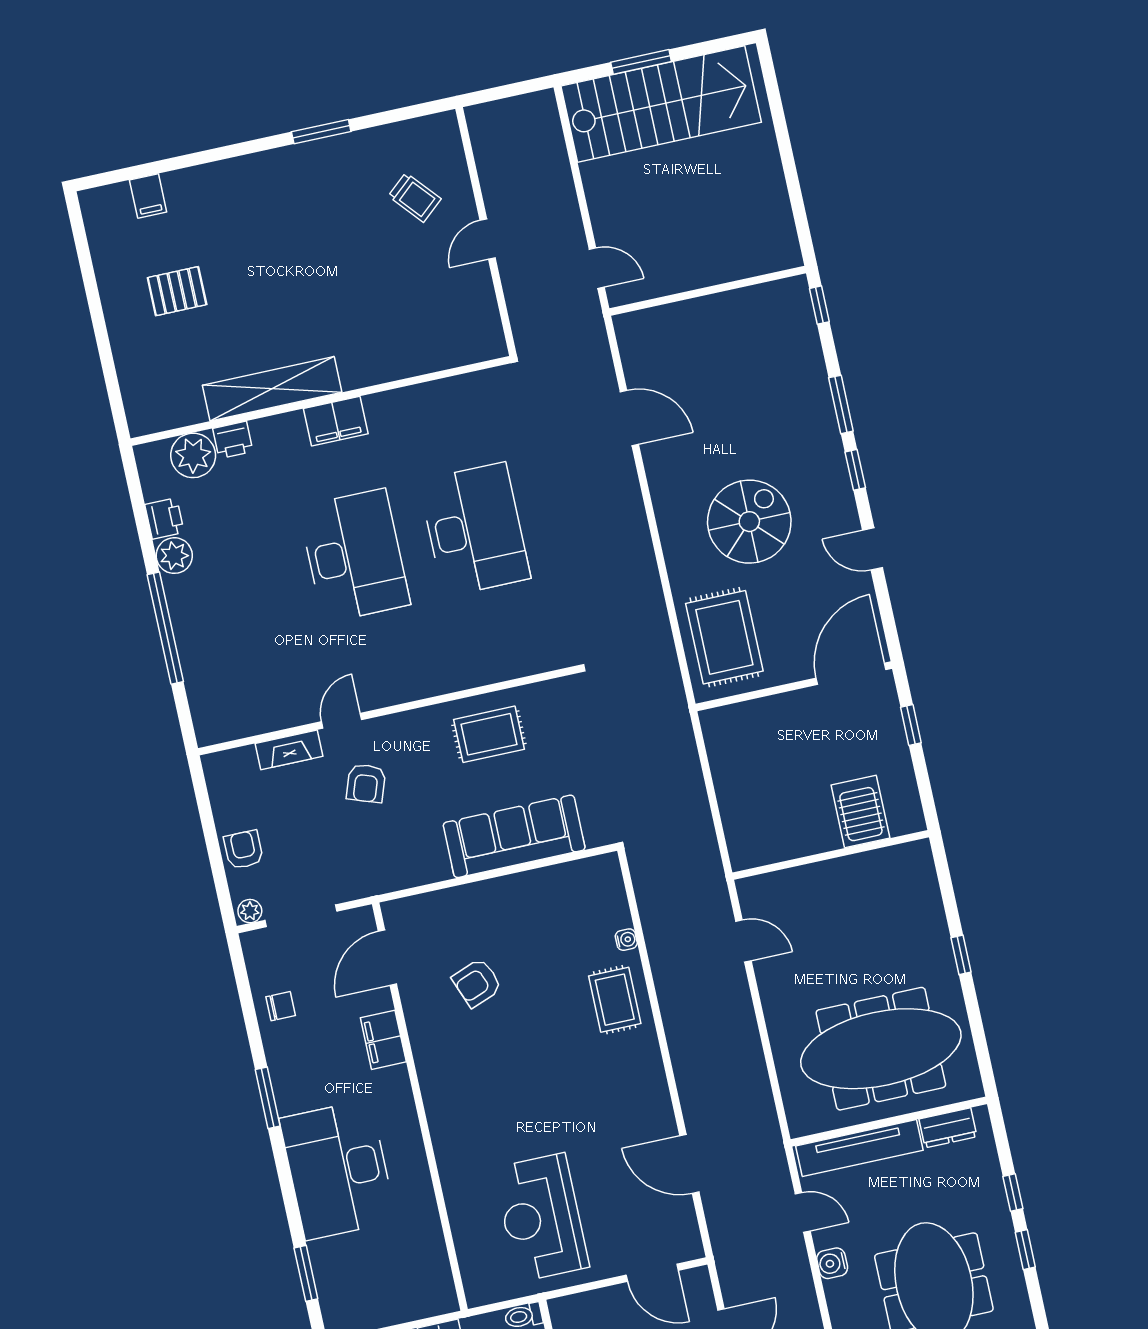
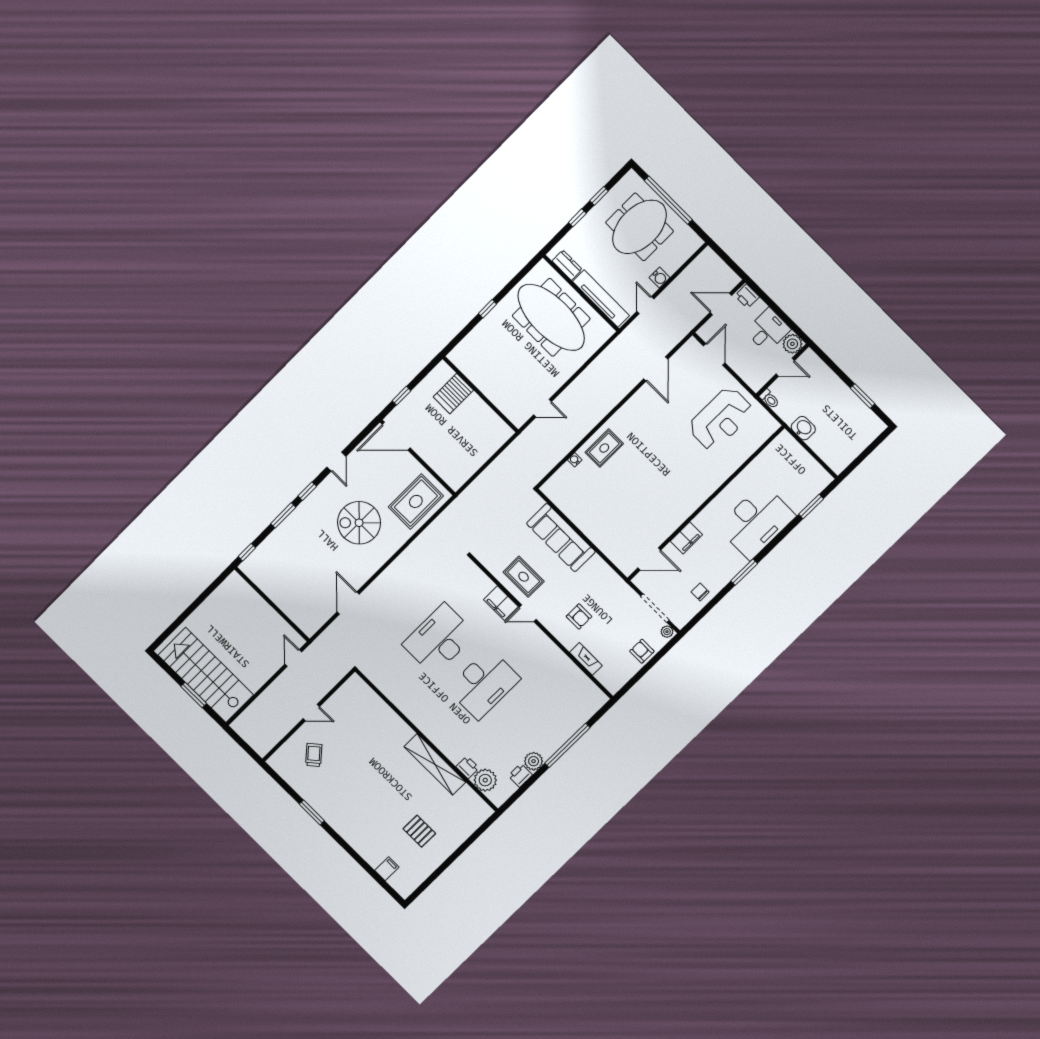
filing cabinet: (336, 421) -> (501, 603), moved, turned 180
desk: (354, 556) -> (484, 684), turned 180
door: (342, 721) -> (528, 613), moved
armchair: (366, 783) -> (579, 616), turned 71
armchair: (244, 850) -> (642, 651), turned 90
door: (743, 941) -> (542, 408), swing flipped
armchair: (477, 983) -> (635, 513), removed

